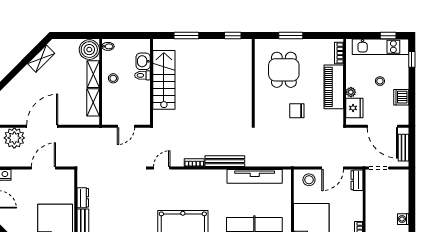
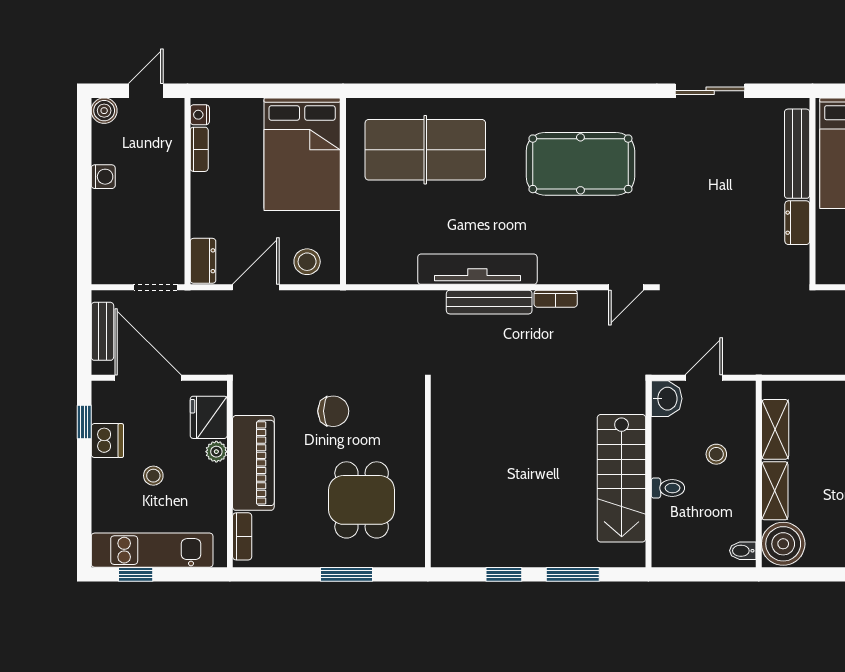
window: (233, 36) -> (504, 574), moved
window: (412, 59) -> (84, 422), moved
washbasin: (143, 61) -> (667, 399), moved
stool: (113, 78) -> (716, 454), moved
tv unit: (255, 176) -> (477, 269), moved

